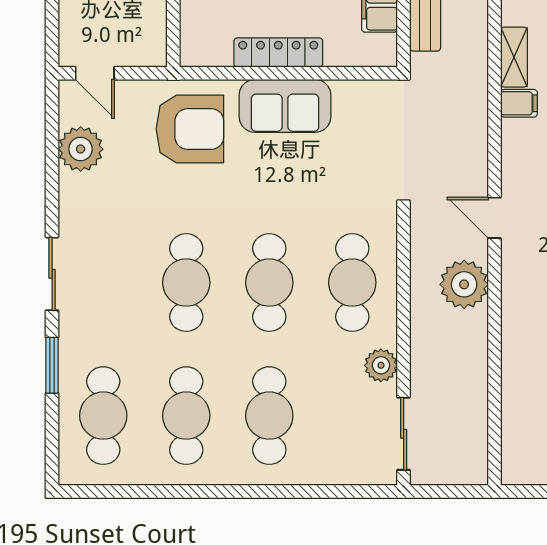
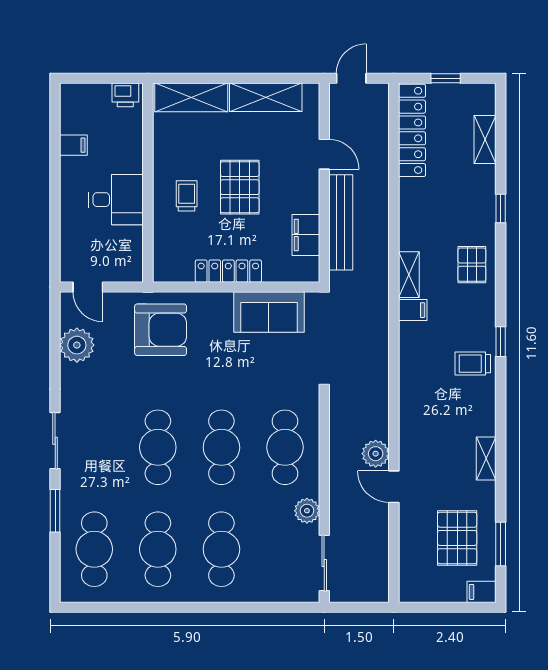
sofa: (285, 106) -> (269, 312), moved
door: (494, 218) -> (394, 487), moved
plant: (464, 284) -> (376, 454), width x0.73, depth x0.73

